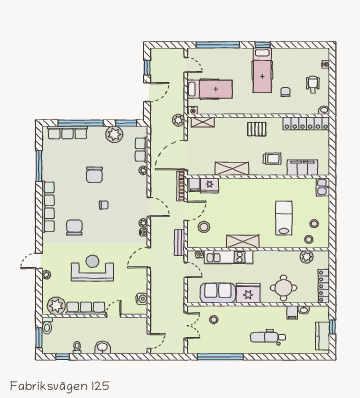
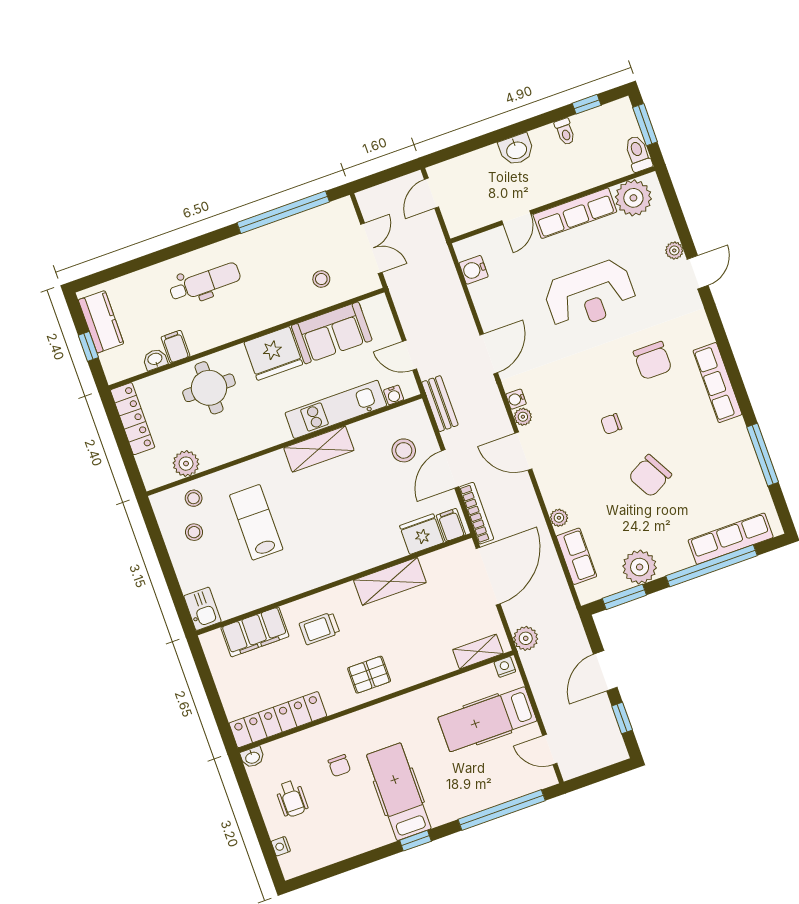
chair: (94, 175) -> (650, 476), turned -119
row of seats: (48, 207) -> (717, 383), width x0.73
lab bench: (284, 218) -> (256, 522), turned 180
double door: (186, 326) -> (371, 248), swing flipped

